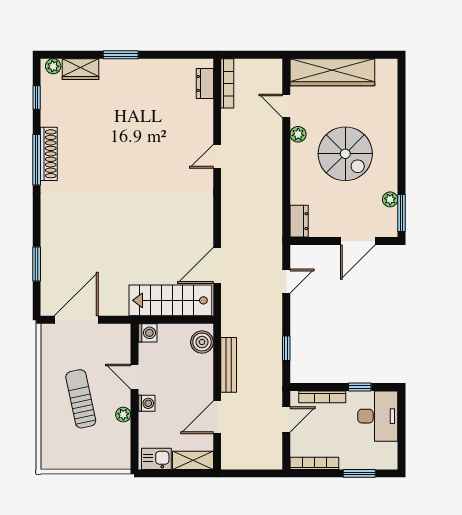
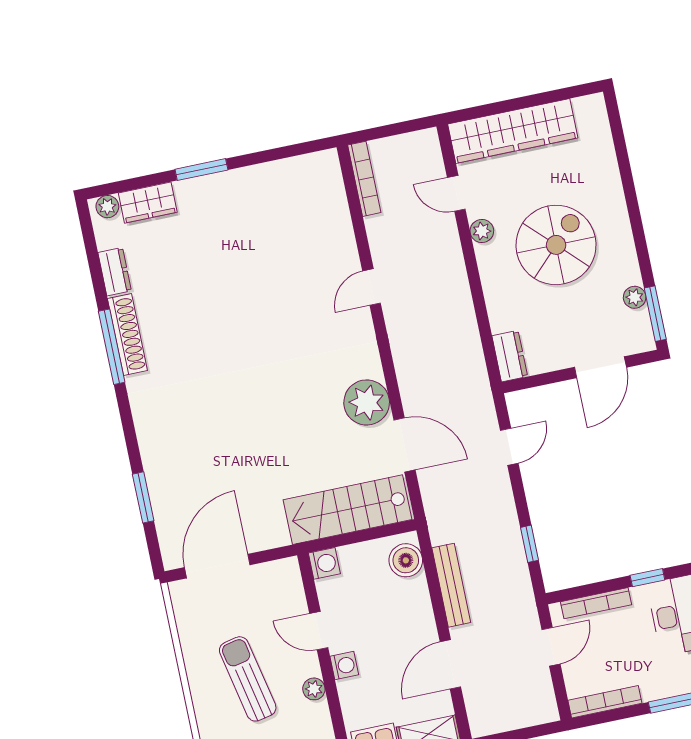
dresser: (205, 83) -> (115, 272), moved, turned 180
window: (37, 97) -> (93, 257), removed
spiral stairs: (345, 154) -> (556, 245), turned -90
plant: (198, 232) -> (367, 402), added
door: (217, 265) -> (405, 445), swing flipped

